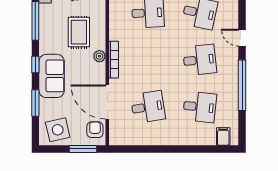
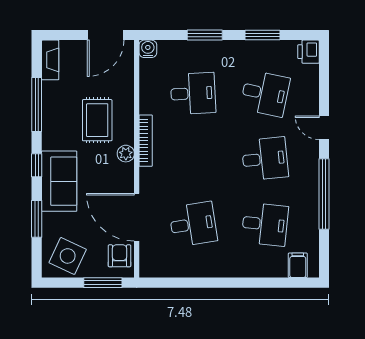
bookcase: (114, 60) -> (146, 141), moved
side table: (58, 130) -> (68, 256), turned 38

